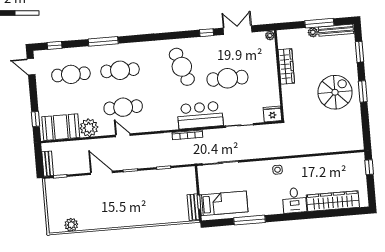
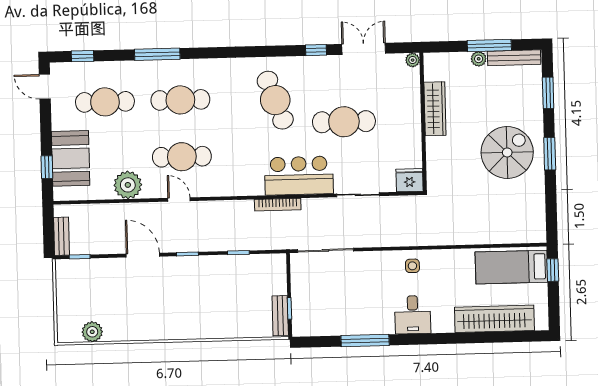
booth: (61, 127) -> (71, 158), moved, turned 90
desk: (294, 200) -> (413, 315), moved
bed: (224, 203) -> (511, 267), moved, turned 180

